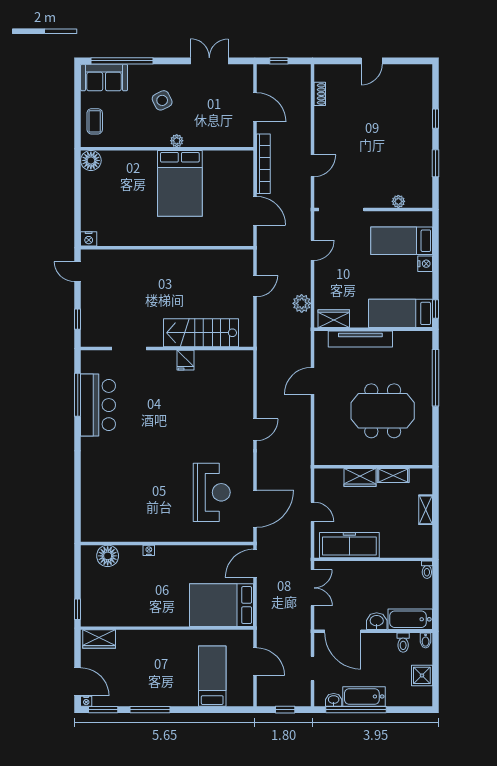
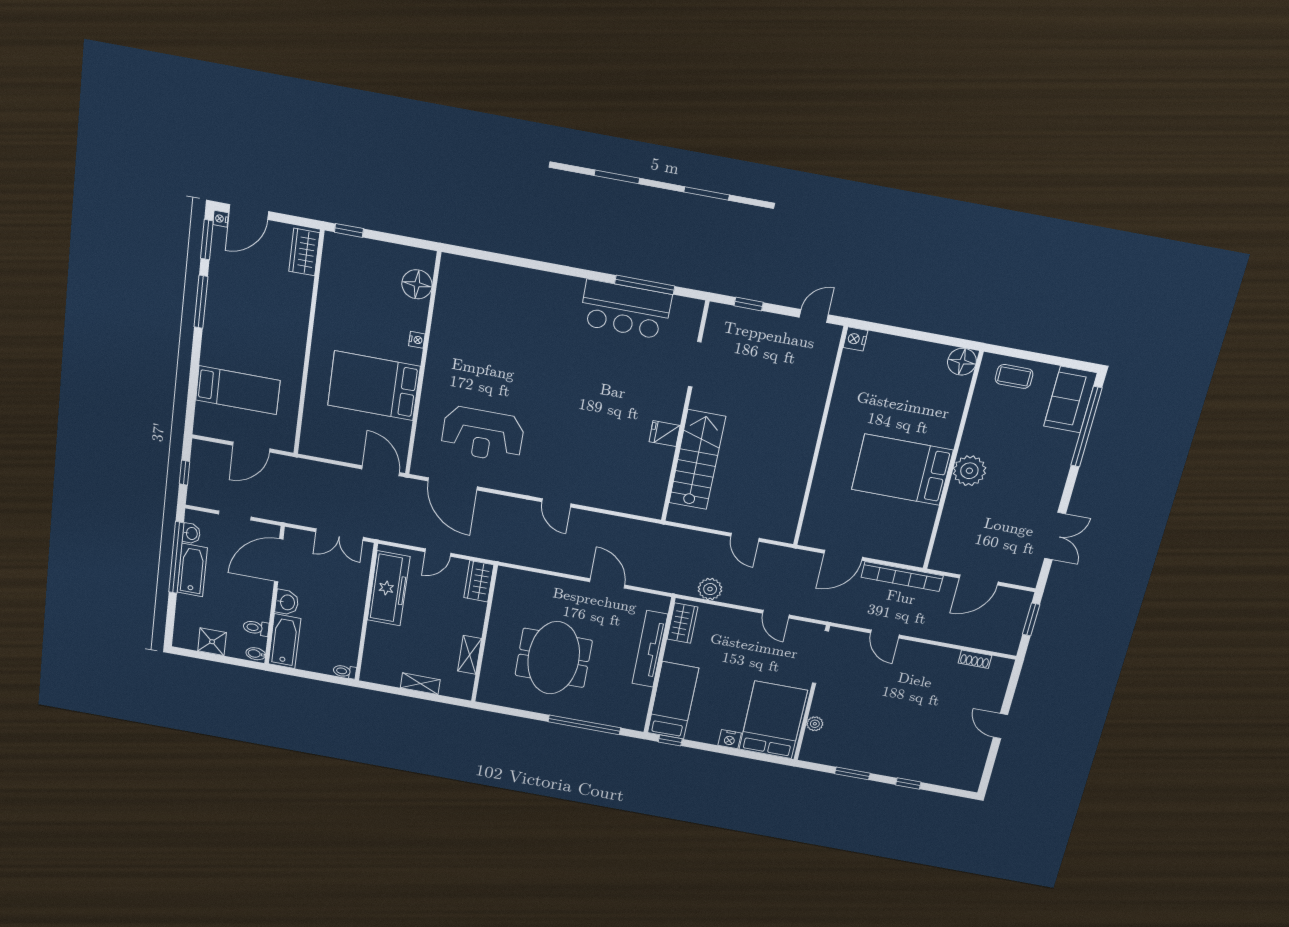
window: (279, 61) -> (1031, 619), width x1.50
side table: (162, 100) -> (1019, 468), removed
plant: (177, 141) -> (969, 471), width x1.87, depth x1.87
bed: (402, 241) -> (773, 720), width x1.50
wardrobe: (360, 478) -> (479, 581), moved
bed: (221, 605) -> (374, 386), moved, turned -90

